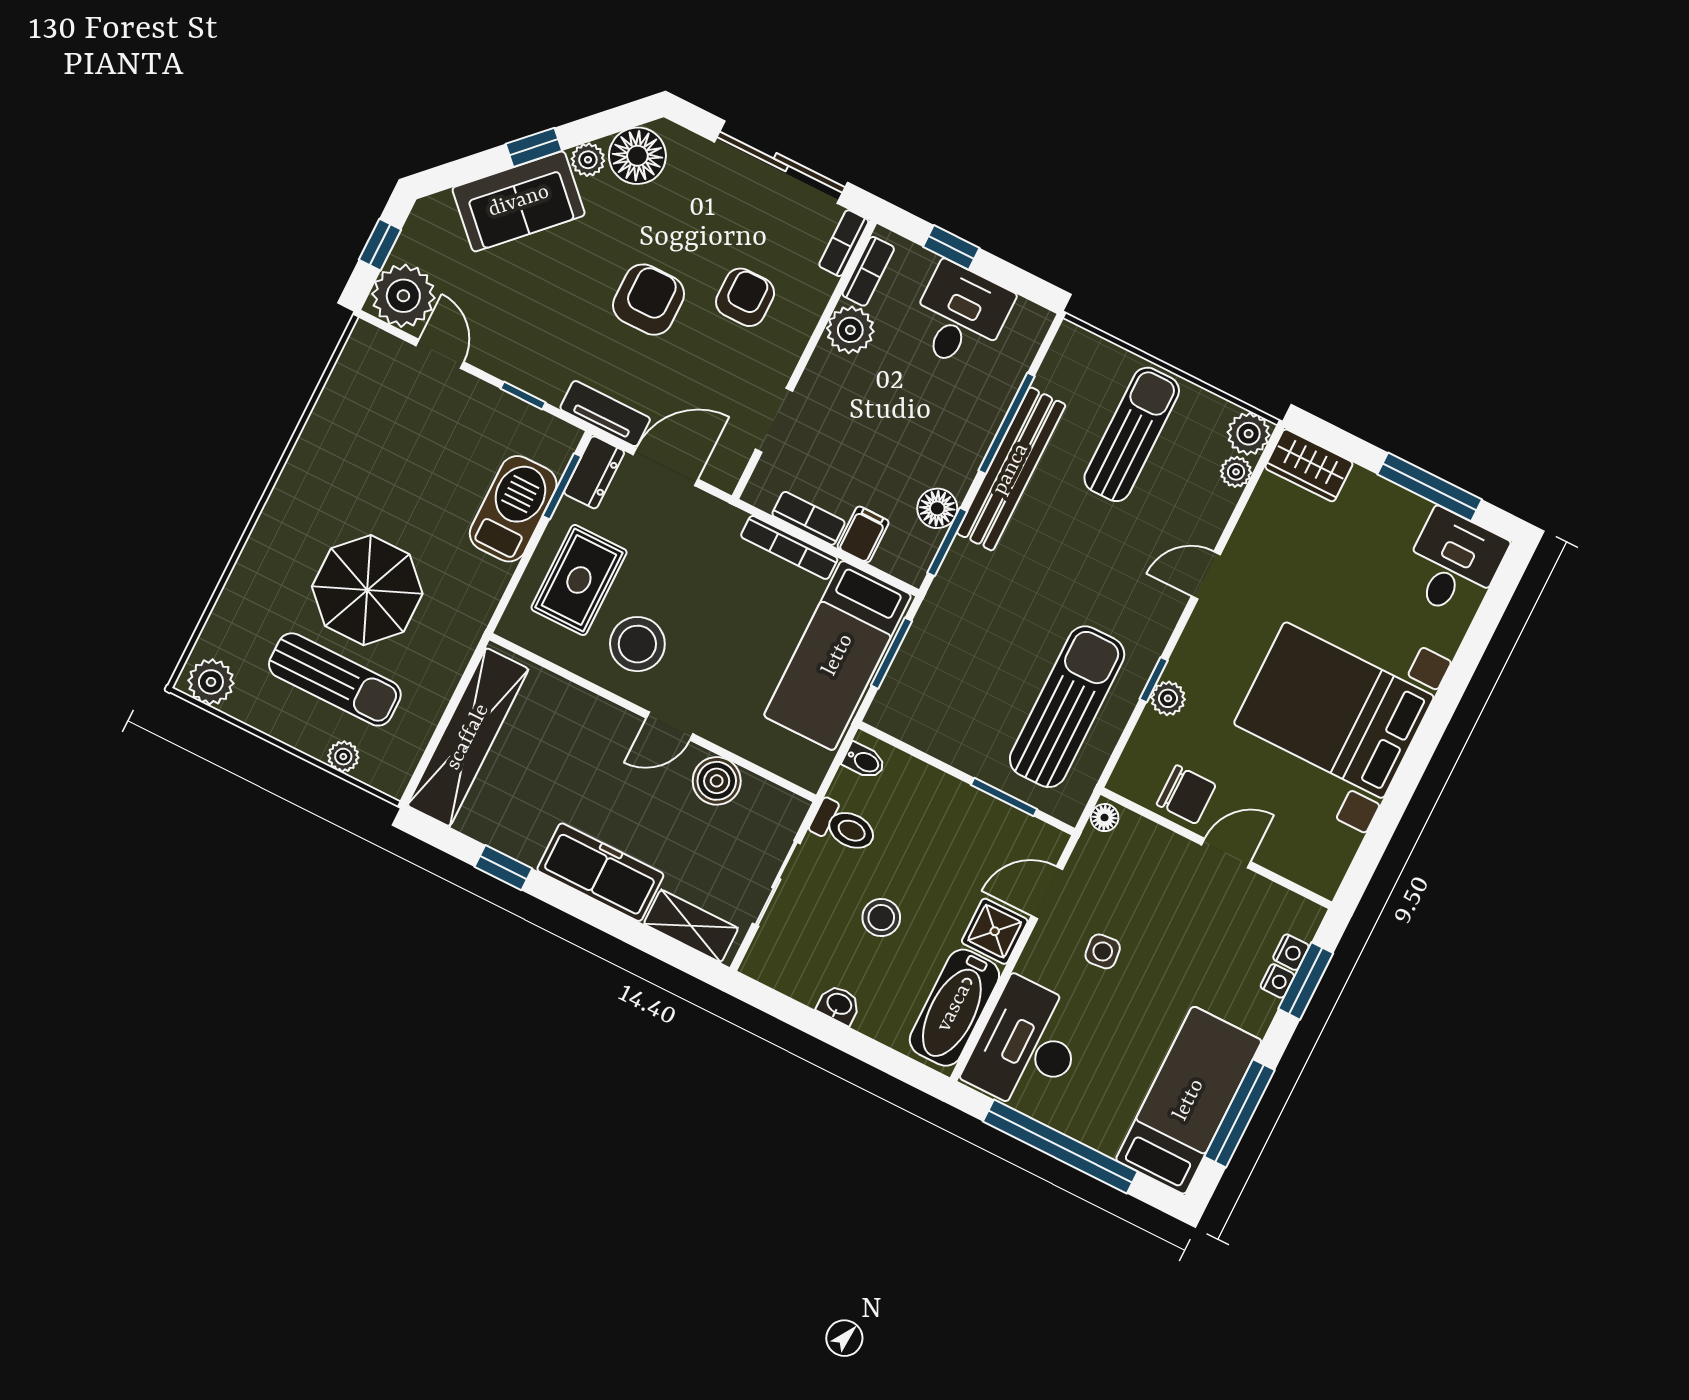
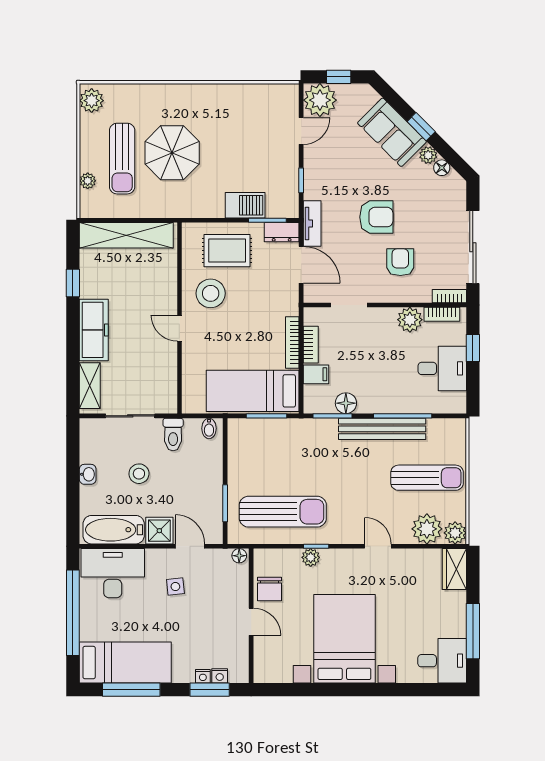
floor lamp: (637, 156) -> (442, 168), width x0.53, depth x0.53
armchair: (745, 297) -> (400, 262), turned -90
plant: (1236, 472) -> (427, 529), width x1.87, depth x1.87
barbecue: (513, 509) -> (245, 205), width x0.73, depth x0.83
boiler: (717, 781) -> (165, 363), removed

